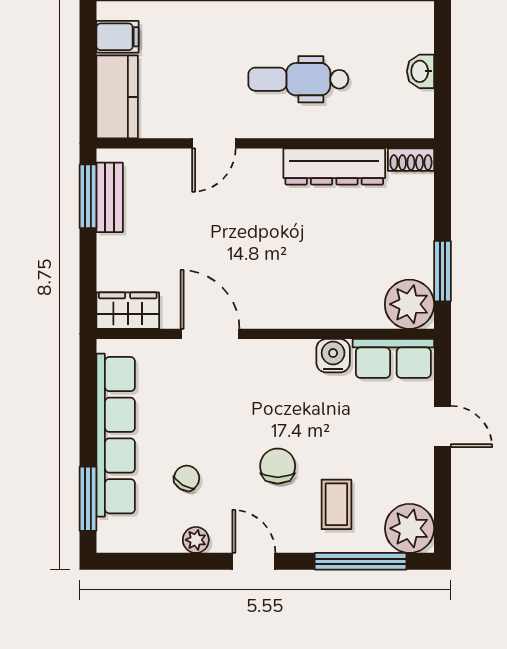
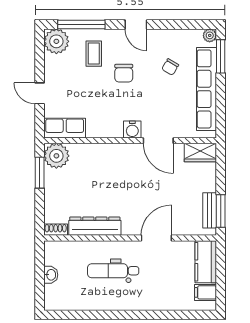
dental chair: (298, 79) -> (113, 271), turned 180
door: (214, 143) -> (156, 238), width x1.38
water cooler: (333, 356) -> (132, 130), moved
plant: (196, 540) -> (210, 35), moved

